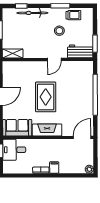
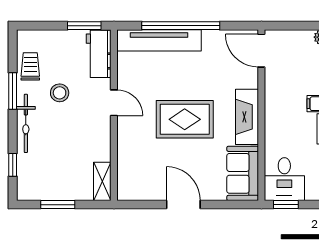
bicycle: (32, 13) -> (26, 123), moved
tv unit: (87, 83) -> (159, 40), added

